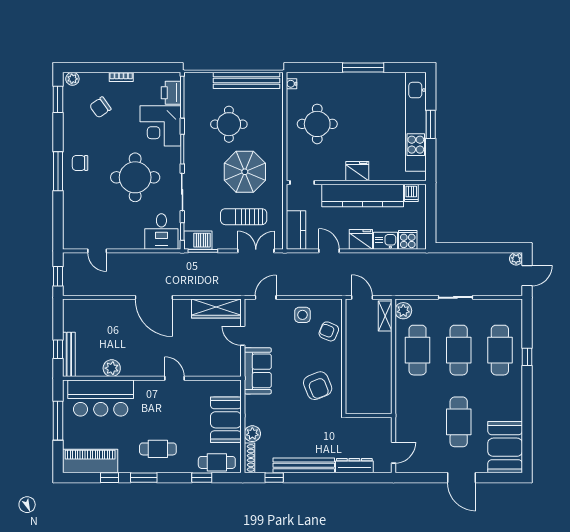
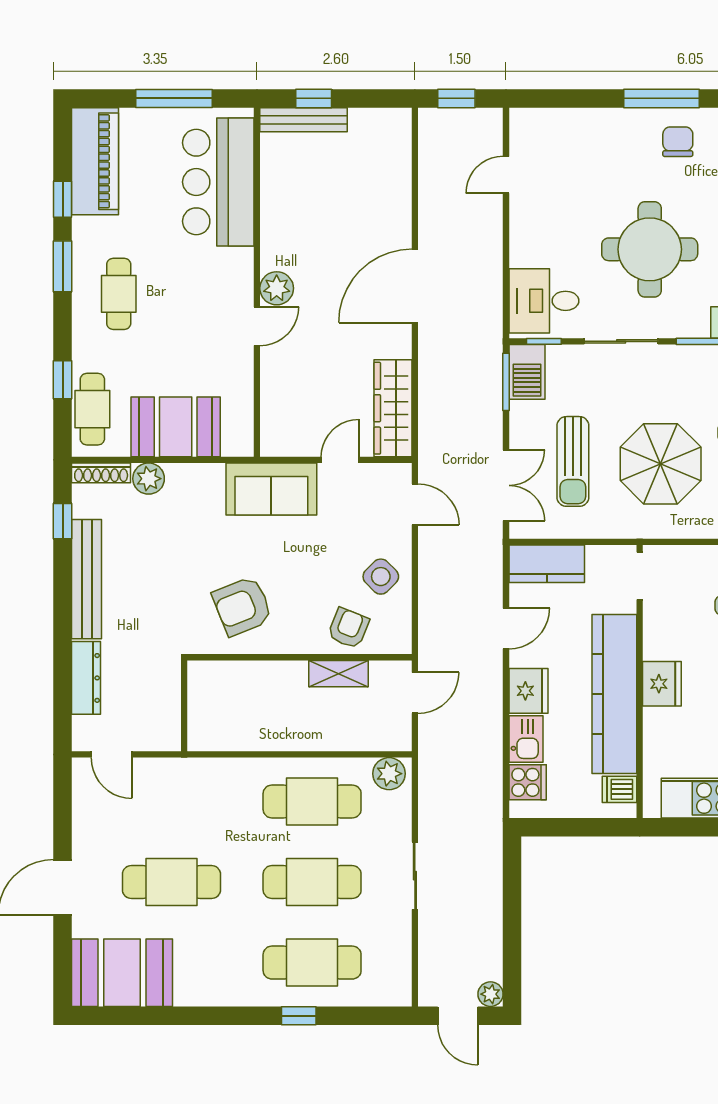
sun lounger: (244, 217) -> (573, 461), turned 180
side table: (302, 315) -> (381, 577), turned 45
shelving: (385, 316) -> (339, 674), moved
plant: (112, 368) -> (277, 288), moved

